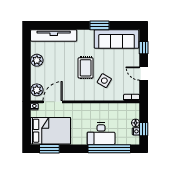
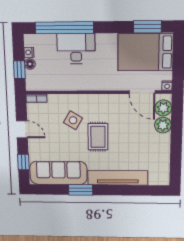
tv unit: (54, 35) -> (118, 178), moved
plant: (37, 60) -> (163, 125), moved
door: (53, 102) -> (142, 92), hinge flipped
window: (144, 129) -> (19, 70), moved

